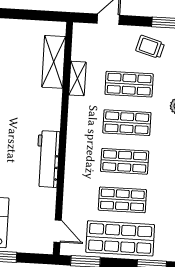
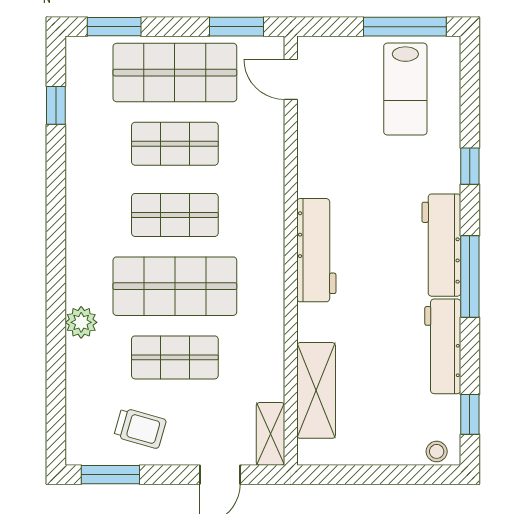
shelving: (77, 78) -> (270, 434), moved
shop shelf: (127, 123) -> (175, 286), width x1.43, depth x1.36
workbench: (48, 159) -> (316, 250), moved

